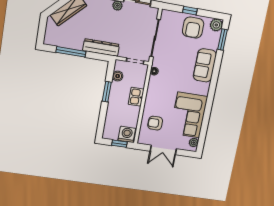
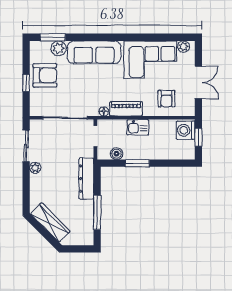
plant: (216, 25) -> (59, 48), moved
sofa: (205, 65) -> (94, 52), width x1.36
piano: (153, 90) -> (126, 109), added

